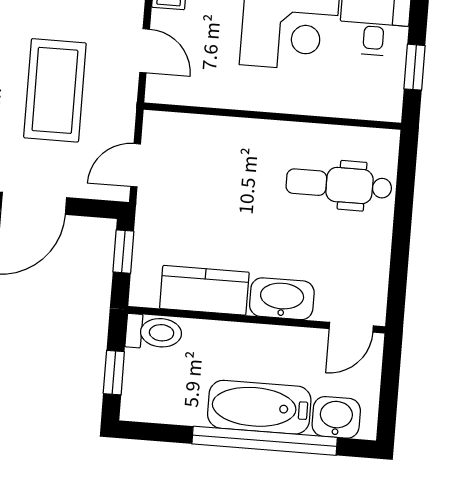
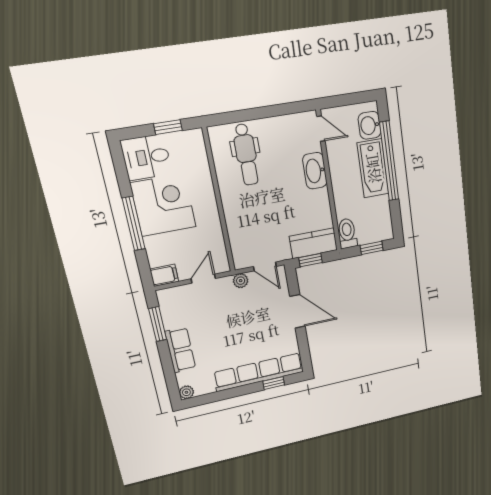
coffee table: (55, 90) -> (237, 318), removed
plant: (122, 115) -> (241, 281), added
kitchen counter: (204, 290) -> (313, 243), moved, turned 90

